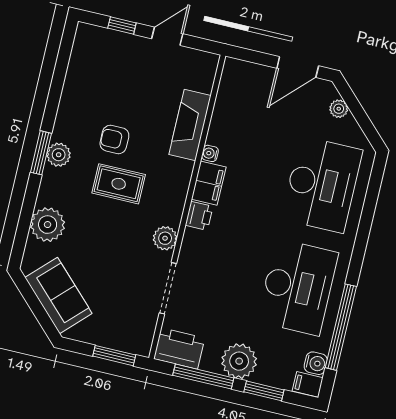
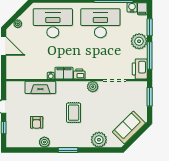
armchair: (114, 139) -> (37, 122), moved
plant: (59, 155) -> (44, 142), moved

